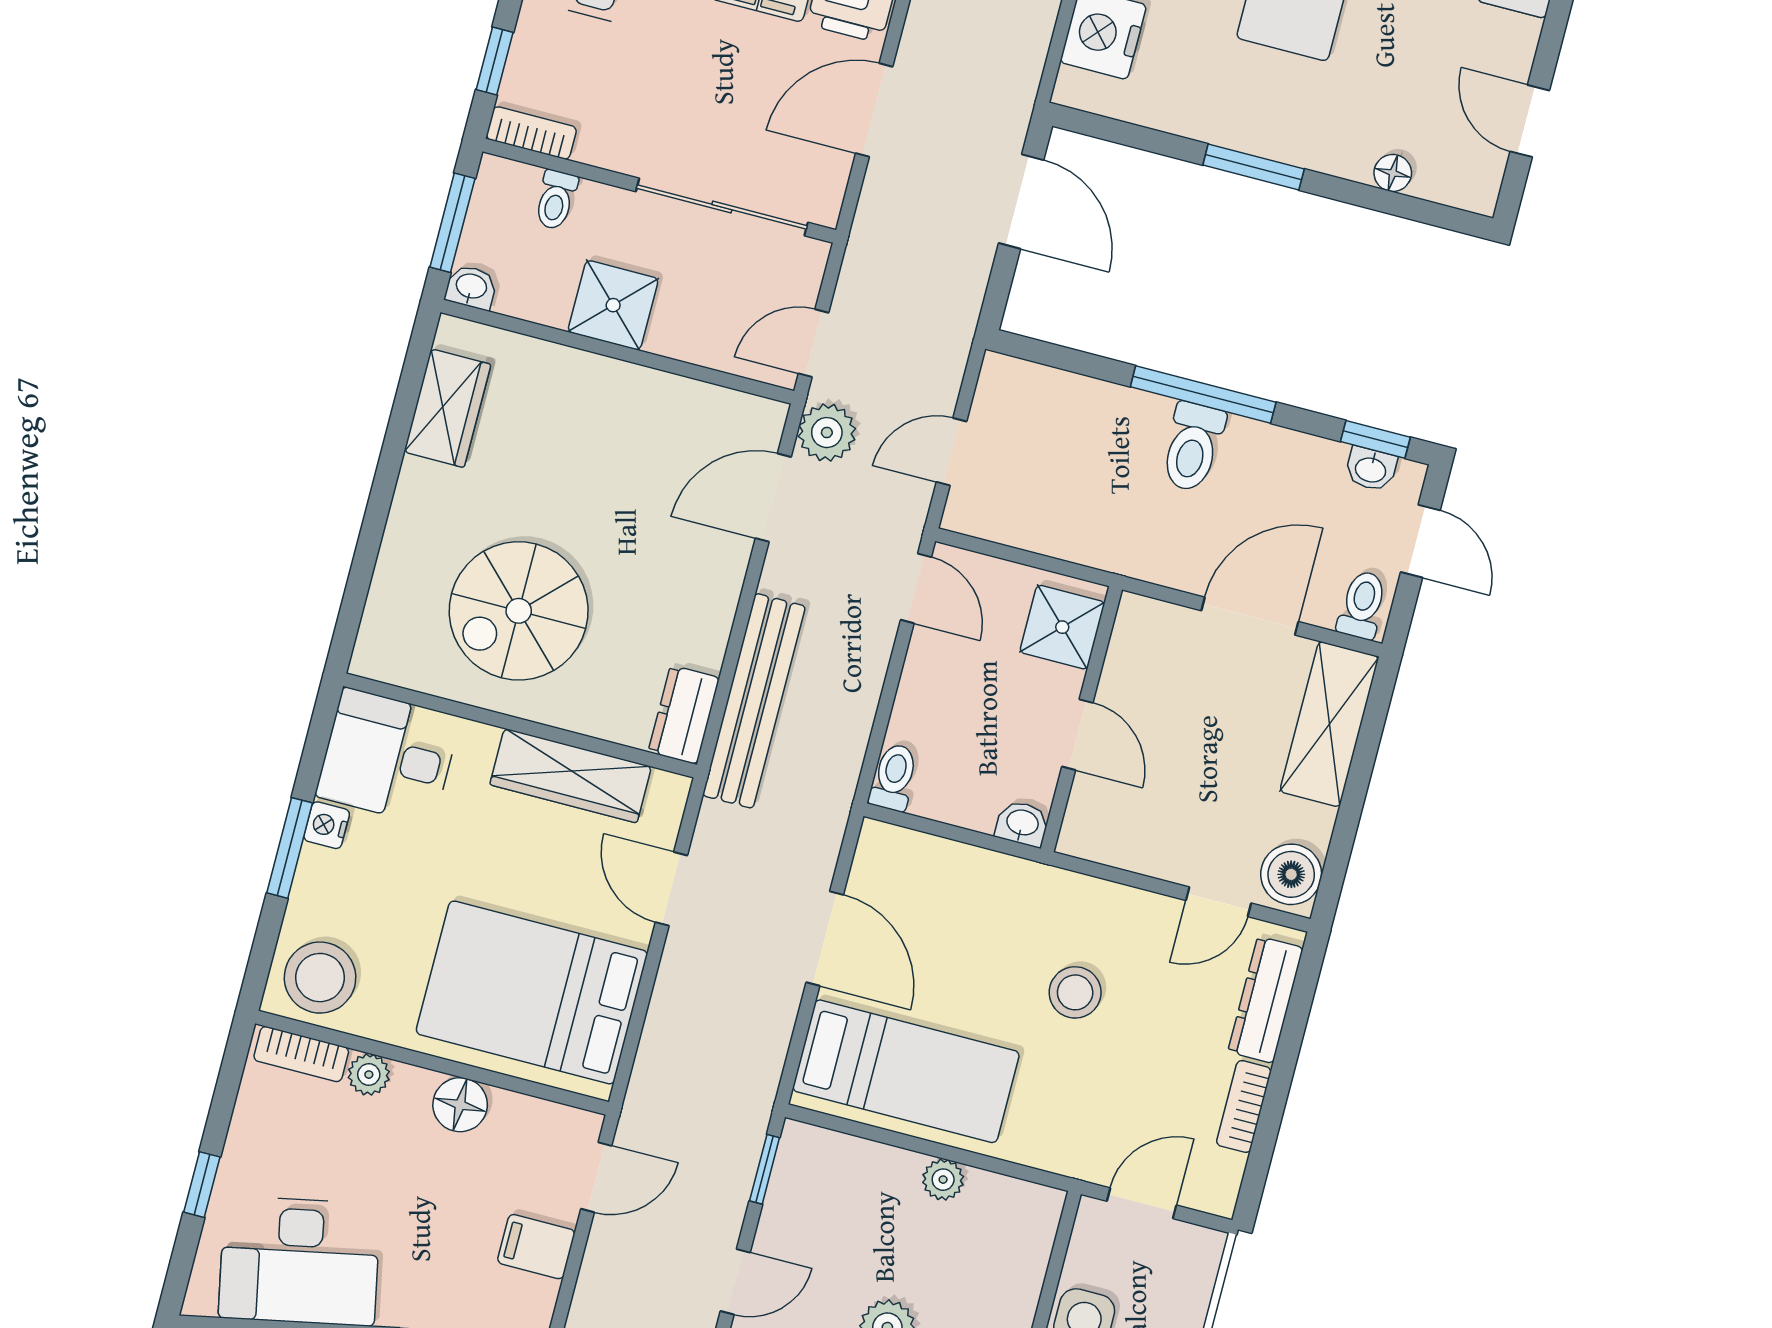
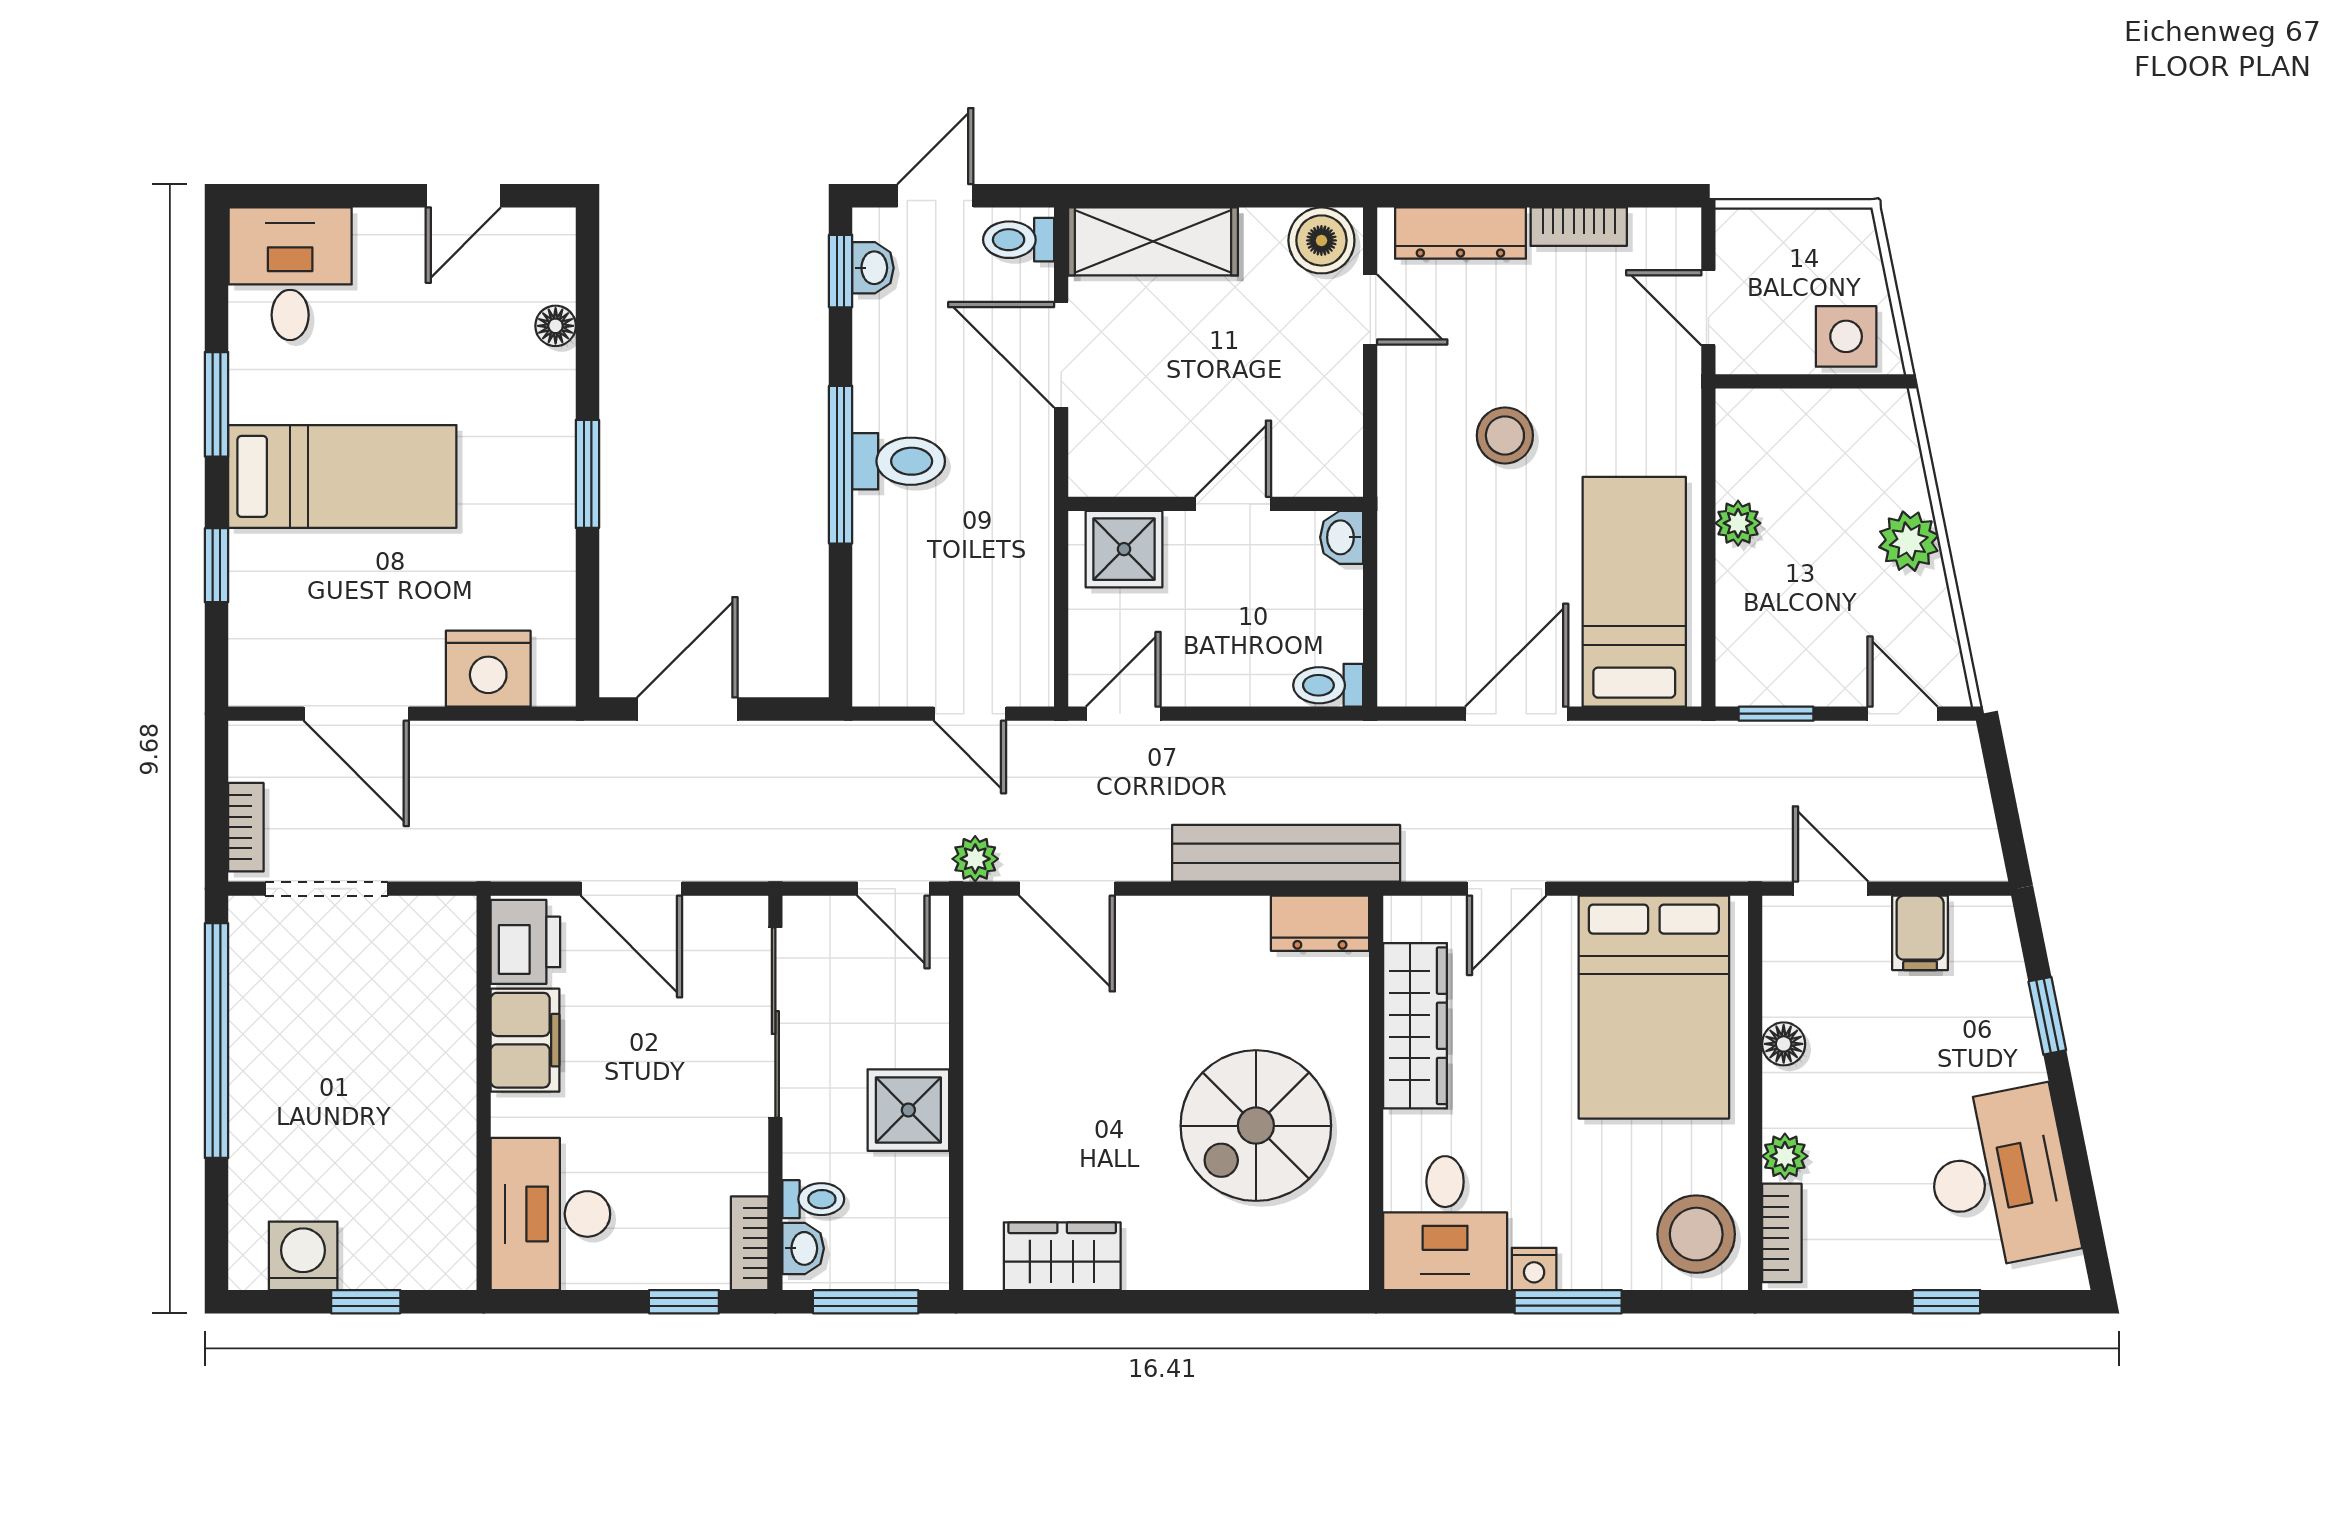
washbasin: (471, 287) -> (803, 1248), moved, turned 180
plant: (827, 433) -> (975, 859), width x0.73, depth x0.73
spiral stairs: (519, 611) -> (1256, 1126), turned 90
floor lamp: (460, 1105) -> (1784, 1044), width x0.73, depth x0.73

